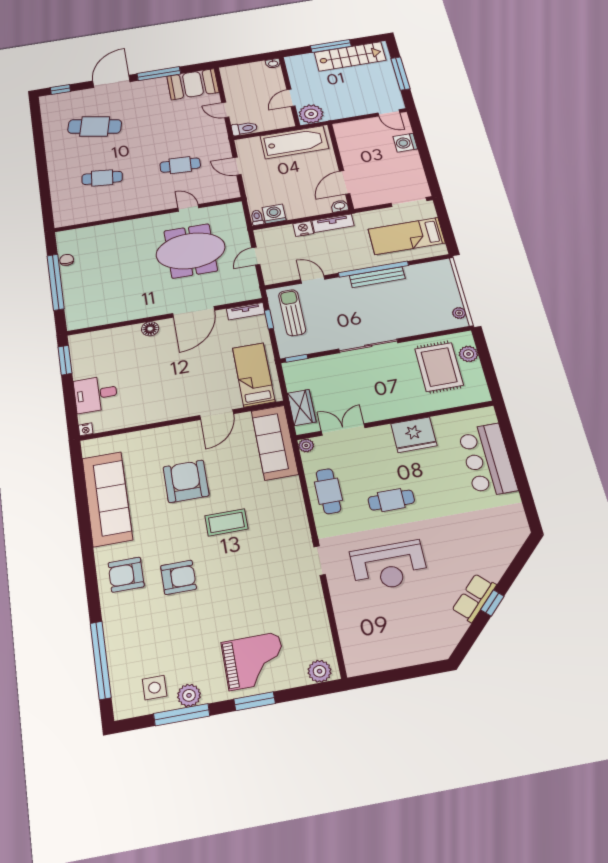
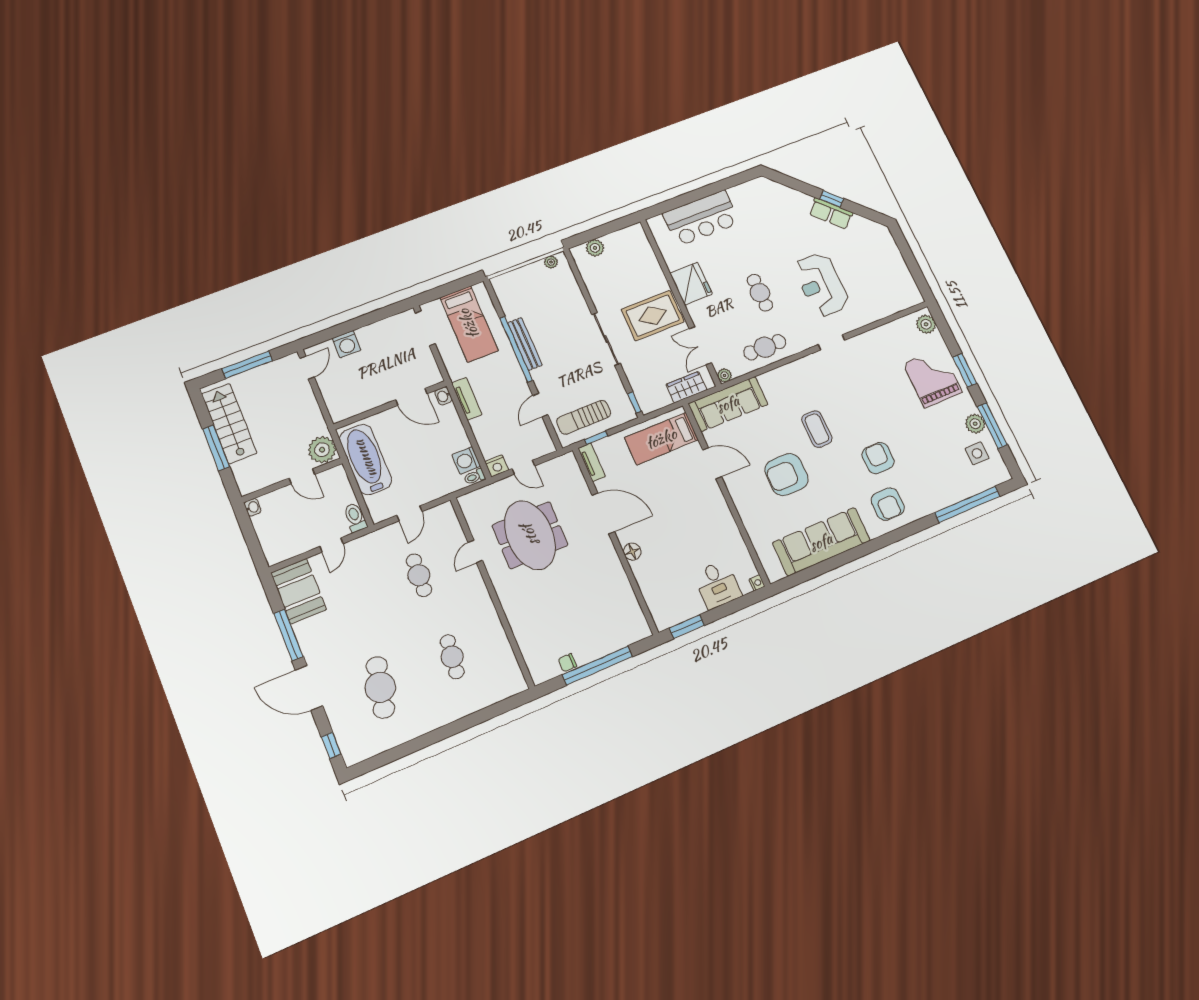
nightstand: (303, 229) -> (497, 466), moved, turned -90
rug: (439, 367) -> (653, 316), moved
reception desk: (389, 566) -> (821, 285), turned 180

